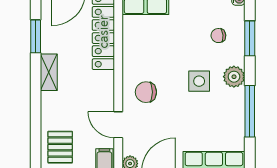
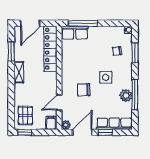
plant: (234, 77) -> (126, 95), moved
chair: (146, 92) -> (84, 90), moved
door: (118, 125) -> (59, 103), hinge flipped

